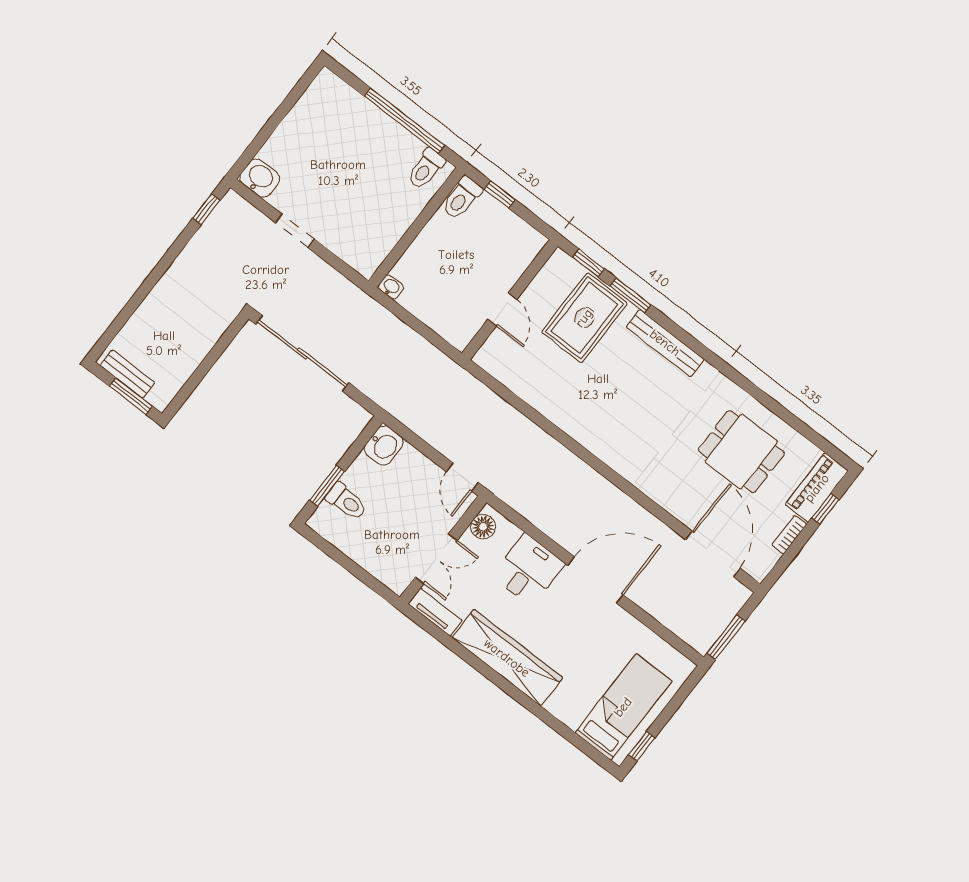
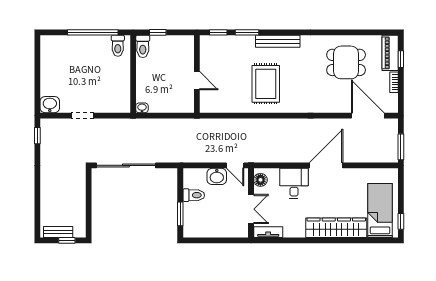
rug: (584, 318) -> (266, 84), moved
window: (131, 396) -> (67, 240), width x0.67
washbasin: (384, 445) -> (217, 176), moved, turned 90
toilet: (347, 501) -> (194, 195), moved
wardrobe: (507, 658) -> (336, 228), moved

